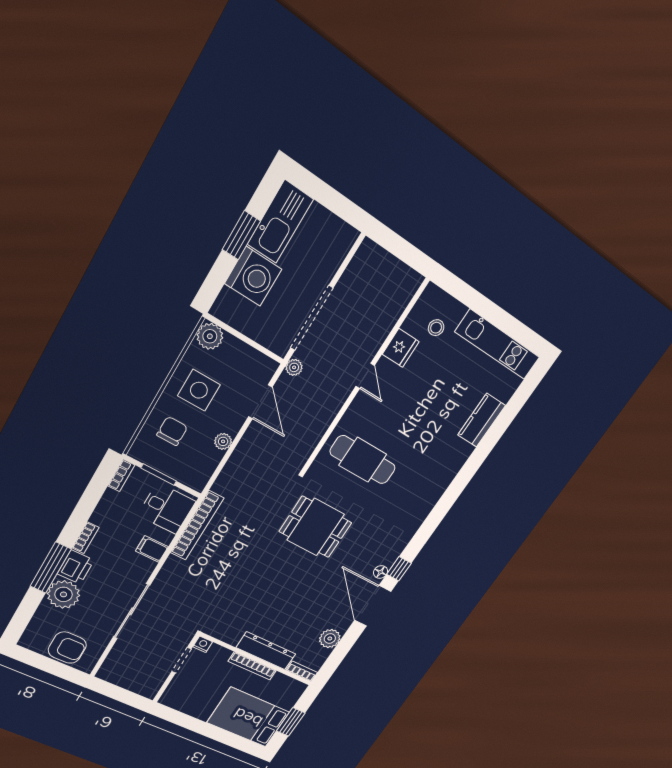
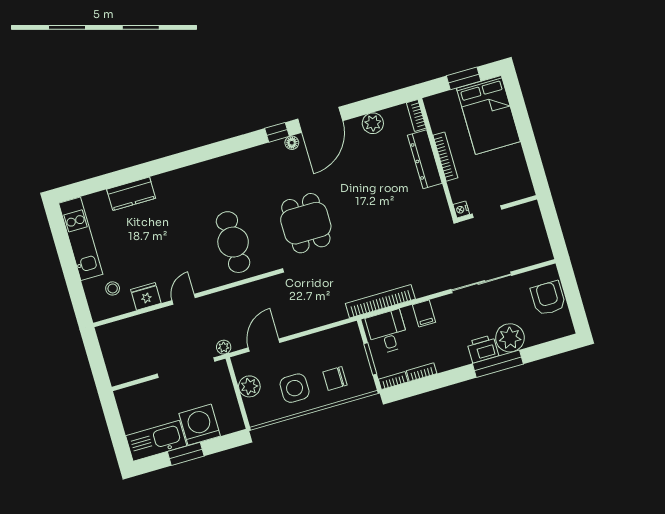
plant: (210, 336) -> (249, 386), moved
plant: (223, 441) -> (310, 342), removed
bookcase: (85, 538) -> (422, 372), moved

